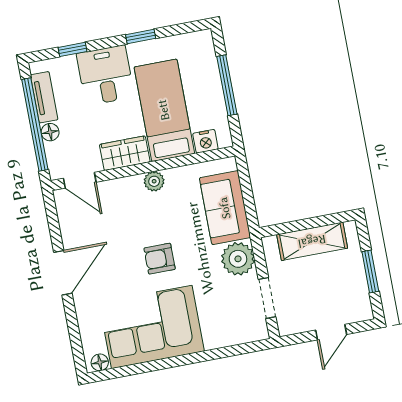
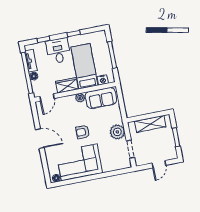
door: (80, 180) -> (47, 97), hinge flipped
sofa: (225, 208) -> (101, 98), moved, turned -90
door: (63, 273) -> (40, 138), hinge flipped

